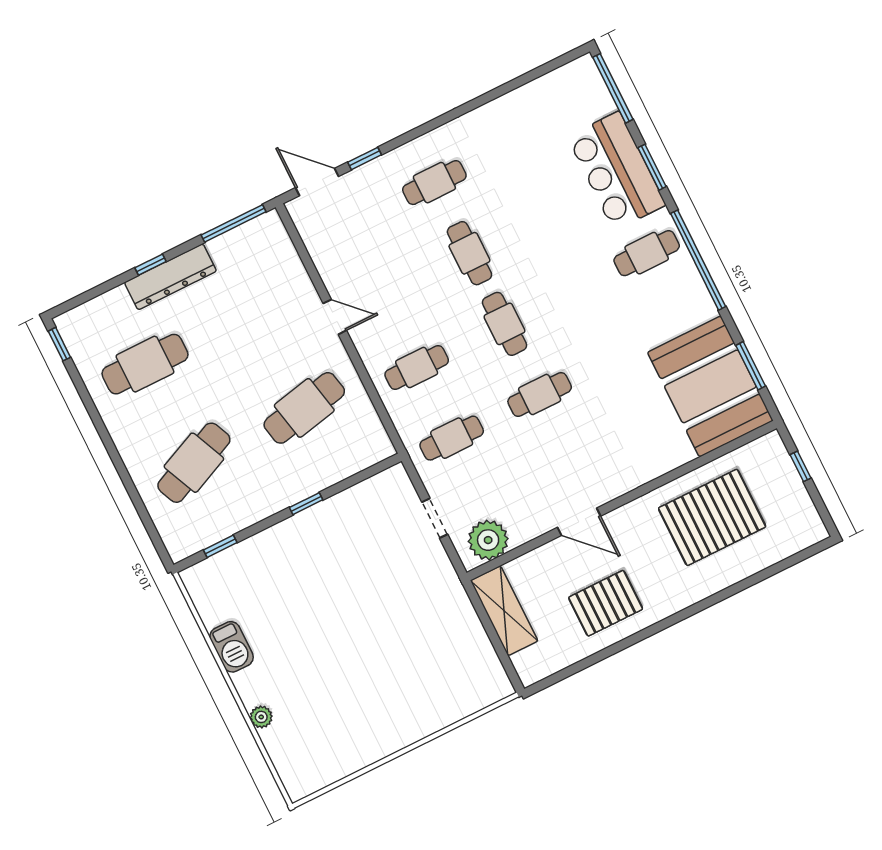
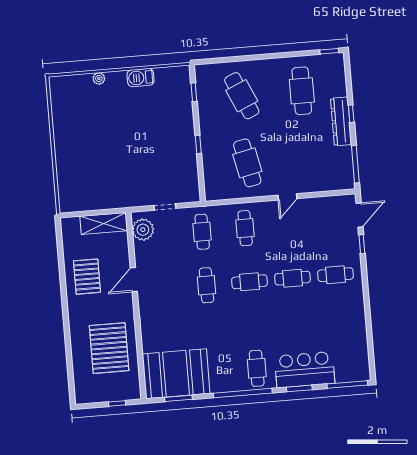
cafe table: (434, 183) -> (335, 275), turned 90

